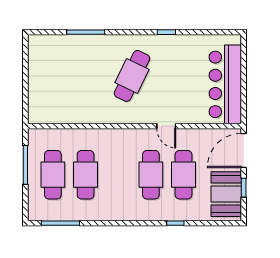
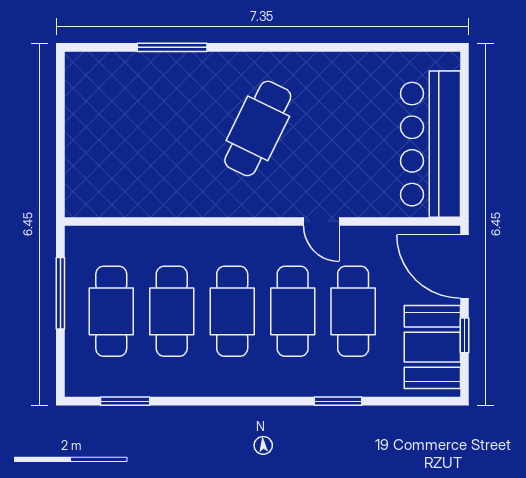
window: (166, 32) -> (321, 47), removed
door: (244, 151) -> (465, 267), hinge flipped
cafe table: (118, 175) -> (232, 311), added
window: (60, 223) -> (125, 401), width x0.69
window: (175, 223) -> (338, 401), width x1.50

